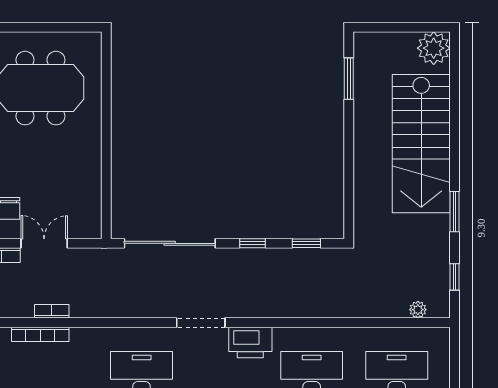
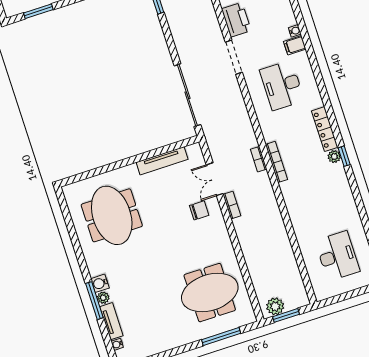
tv unit: (92, 180) -> (162, 161), added
window: (252, 243) -> (169, 40), removed

